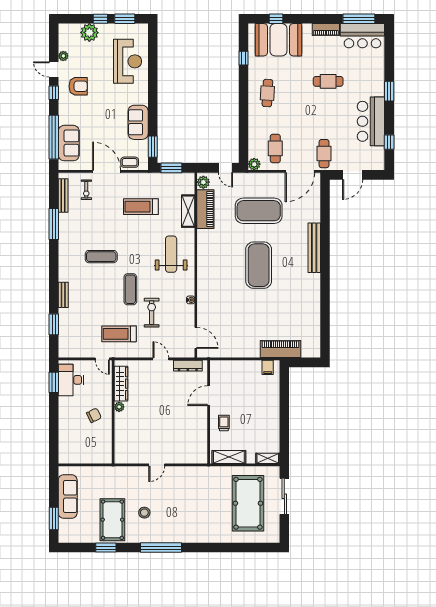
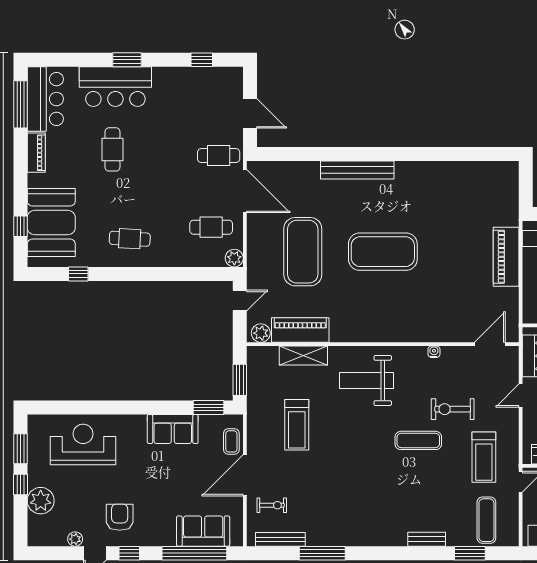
bar counter: (371, 121) -> (115, 87), moved
exercise mat: (101, 257) -> (486, 520), moved
piano: (280, 349) -> (506, 257), moved

